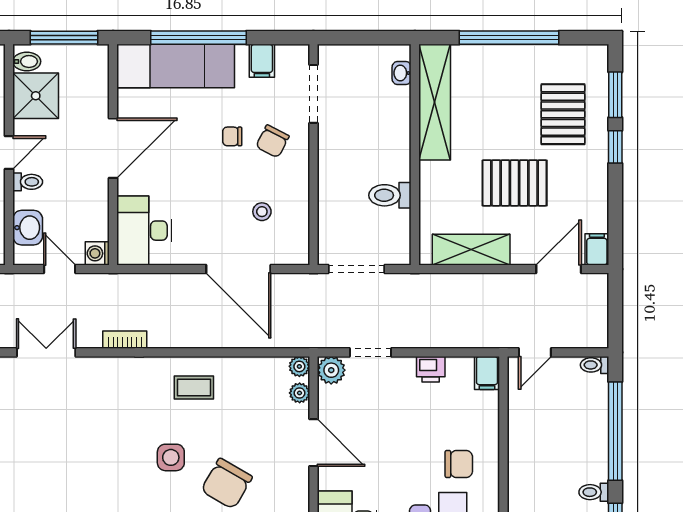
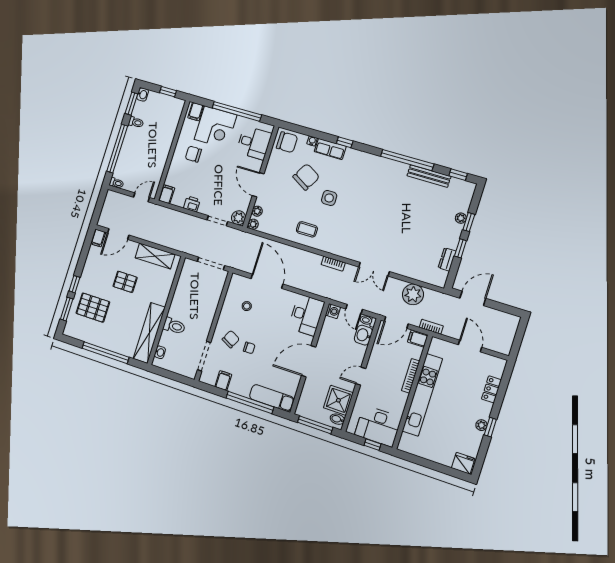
exam couch: (176, 66) -> (272, 398), width x0.73, depth x0.69
pallet: (563, 114) -> (93, 308), turned 90
toilet: (28, 182) -> (368, 321), moved
pallet: (515, 183) -> (125, 282), width x0.67, depth x0.71
toilet: (390, 195) -> (174, 326), moved

